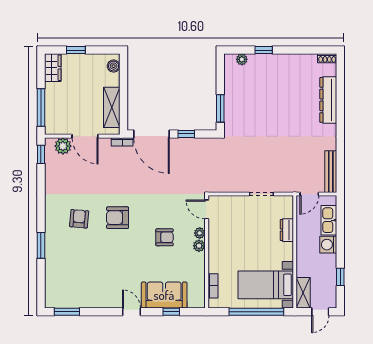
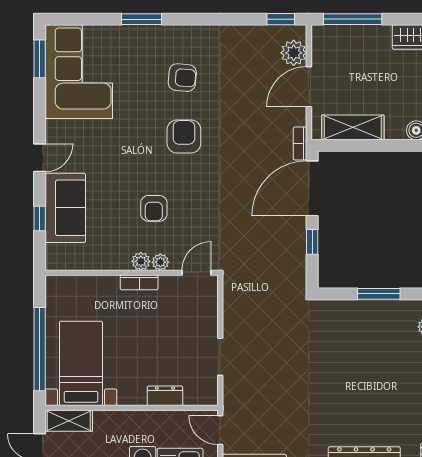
window: (220, 108) -> (379, 294), moved
corner sofa: (75, 286) -> (79, 72), added
bookcase: (213, 286) -> (139, 282), moved

